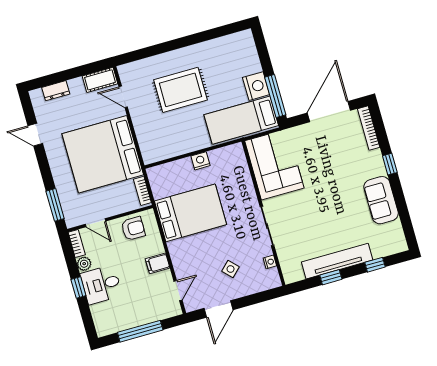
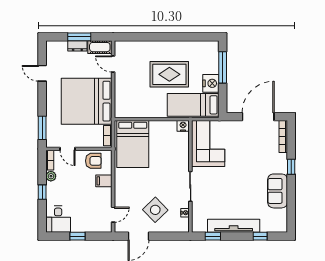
window: (70, 74) -> (79, 37), added
rug: (180, 90) -> (169, 74), moved
dresser: (56, 91) -> (77, 46), moved
window: (275, 96) -> (223, 67), moved
nightstand: (200, 161) -> (183, 126), moved
bed: (191, 213) -> (133, 144), moved, turned 90
filing cabinet: (158, 263) -> (104, 181), moved
side table: (231, 269) -> (155, 210), width x1.87, depth x1.87
window: (331, 277) -> (213, 236), moved
desk: (101, 285) -> (58, 219), moved, turned -90
window: (140, 331) -> (78, 236), width x0.46

